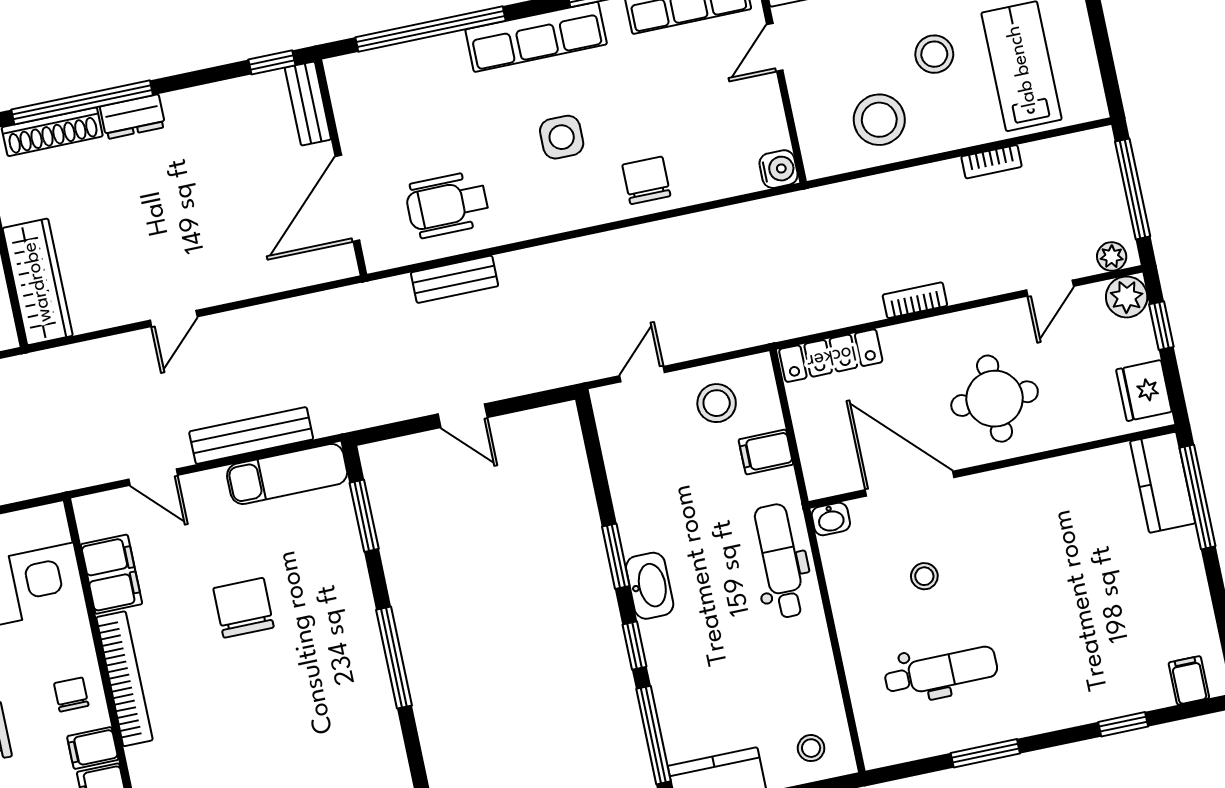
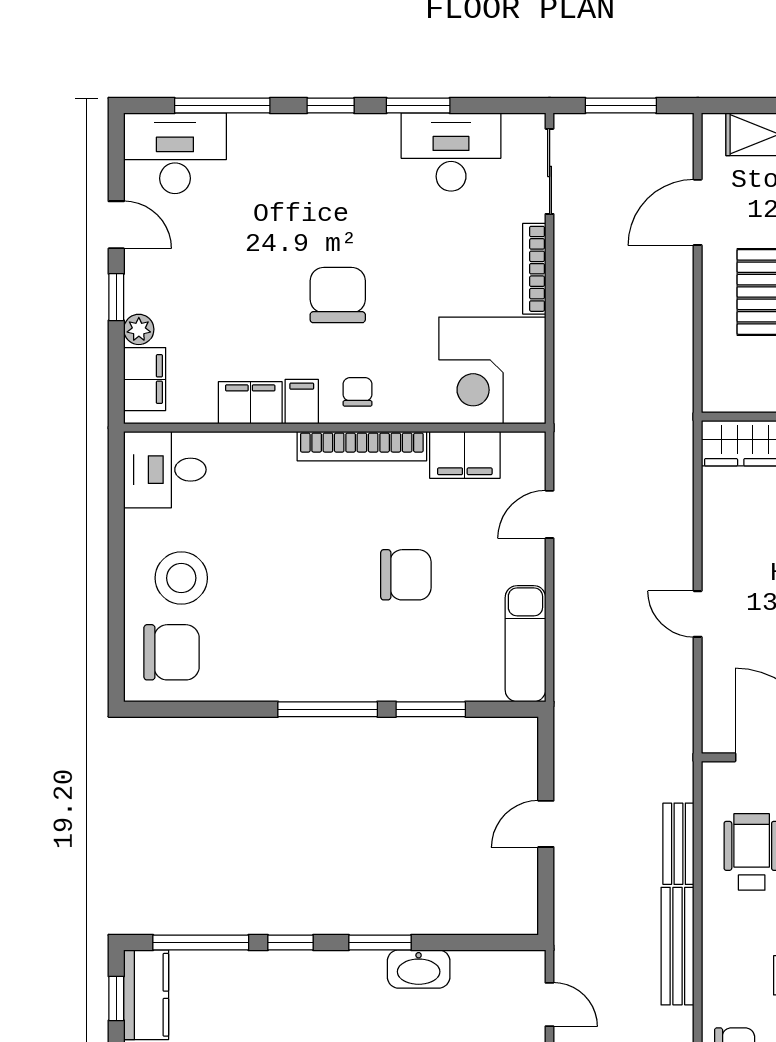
door: (174, 318) -> (698, 614), moved
bench: (251, 435) -> (677, 946), moved
window: (364, 516) -> (431, 709), moved
washbasin: (650, 586) -> (419, 969), moved
chair: (71, 694) -> (358, 392), turned -90

